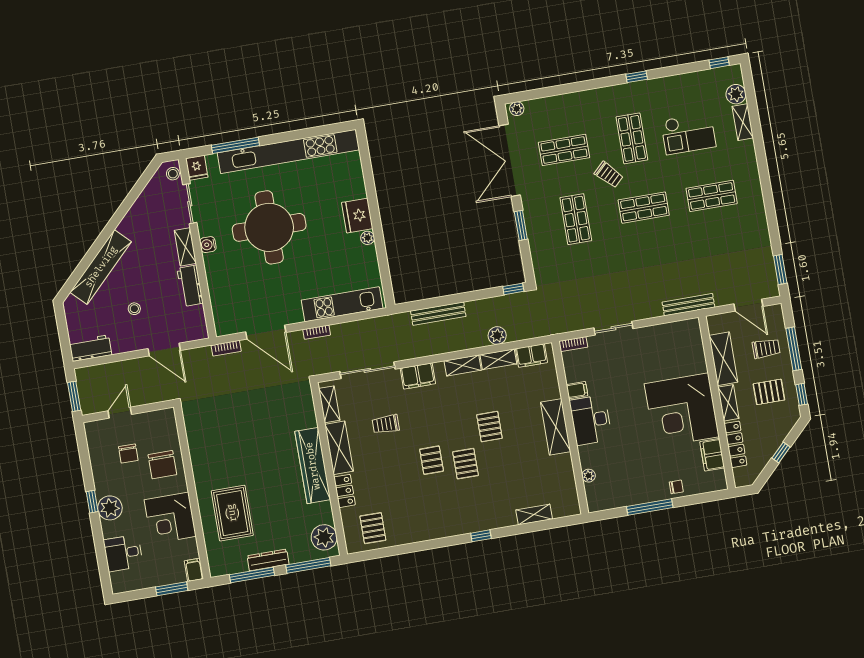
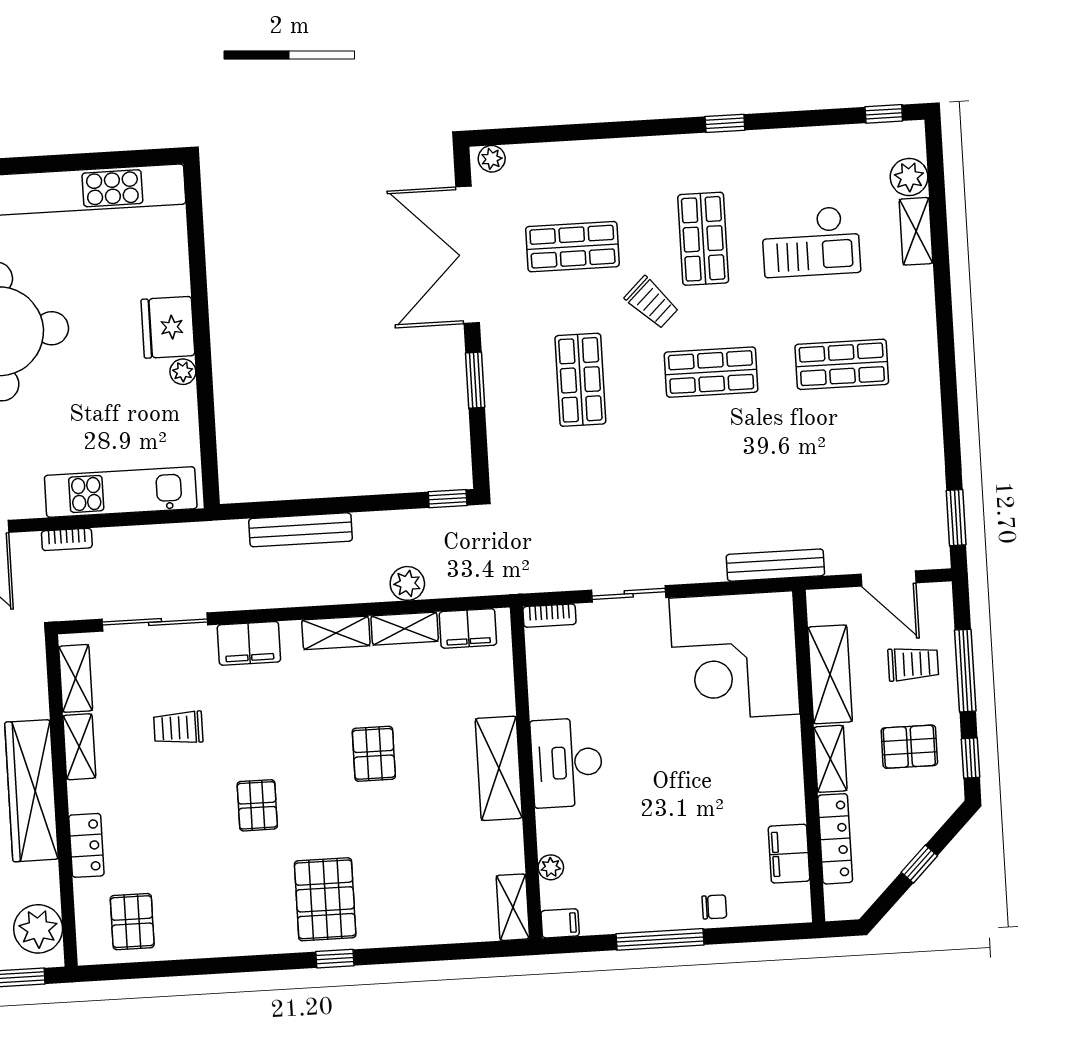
filing cabinet: (577, 390) -> (560, 923), moved
corner desk: (682, 410) -> (734, 656), moved
shelving: (339, 448) -> (79, 747), width x0.67, depth x0.75
pallet: (465, 464) -> (325, 899), moved, width x1.50, depth x1.42
shelving: (534, 515) -> (513, 907), moved, turned 90

